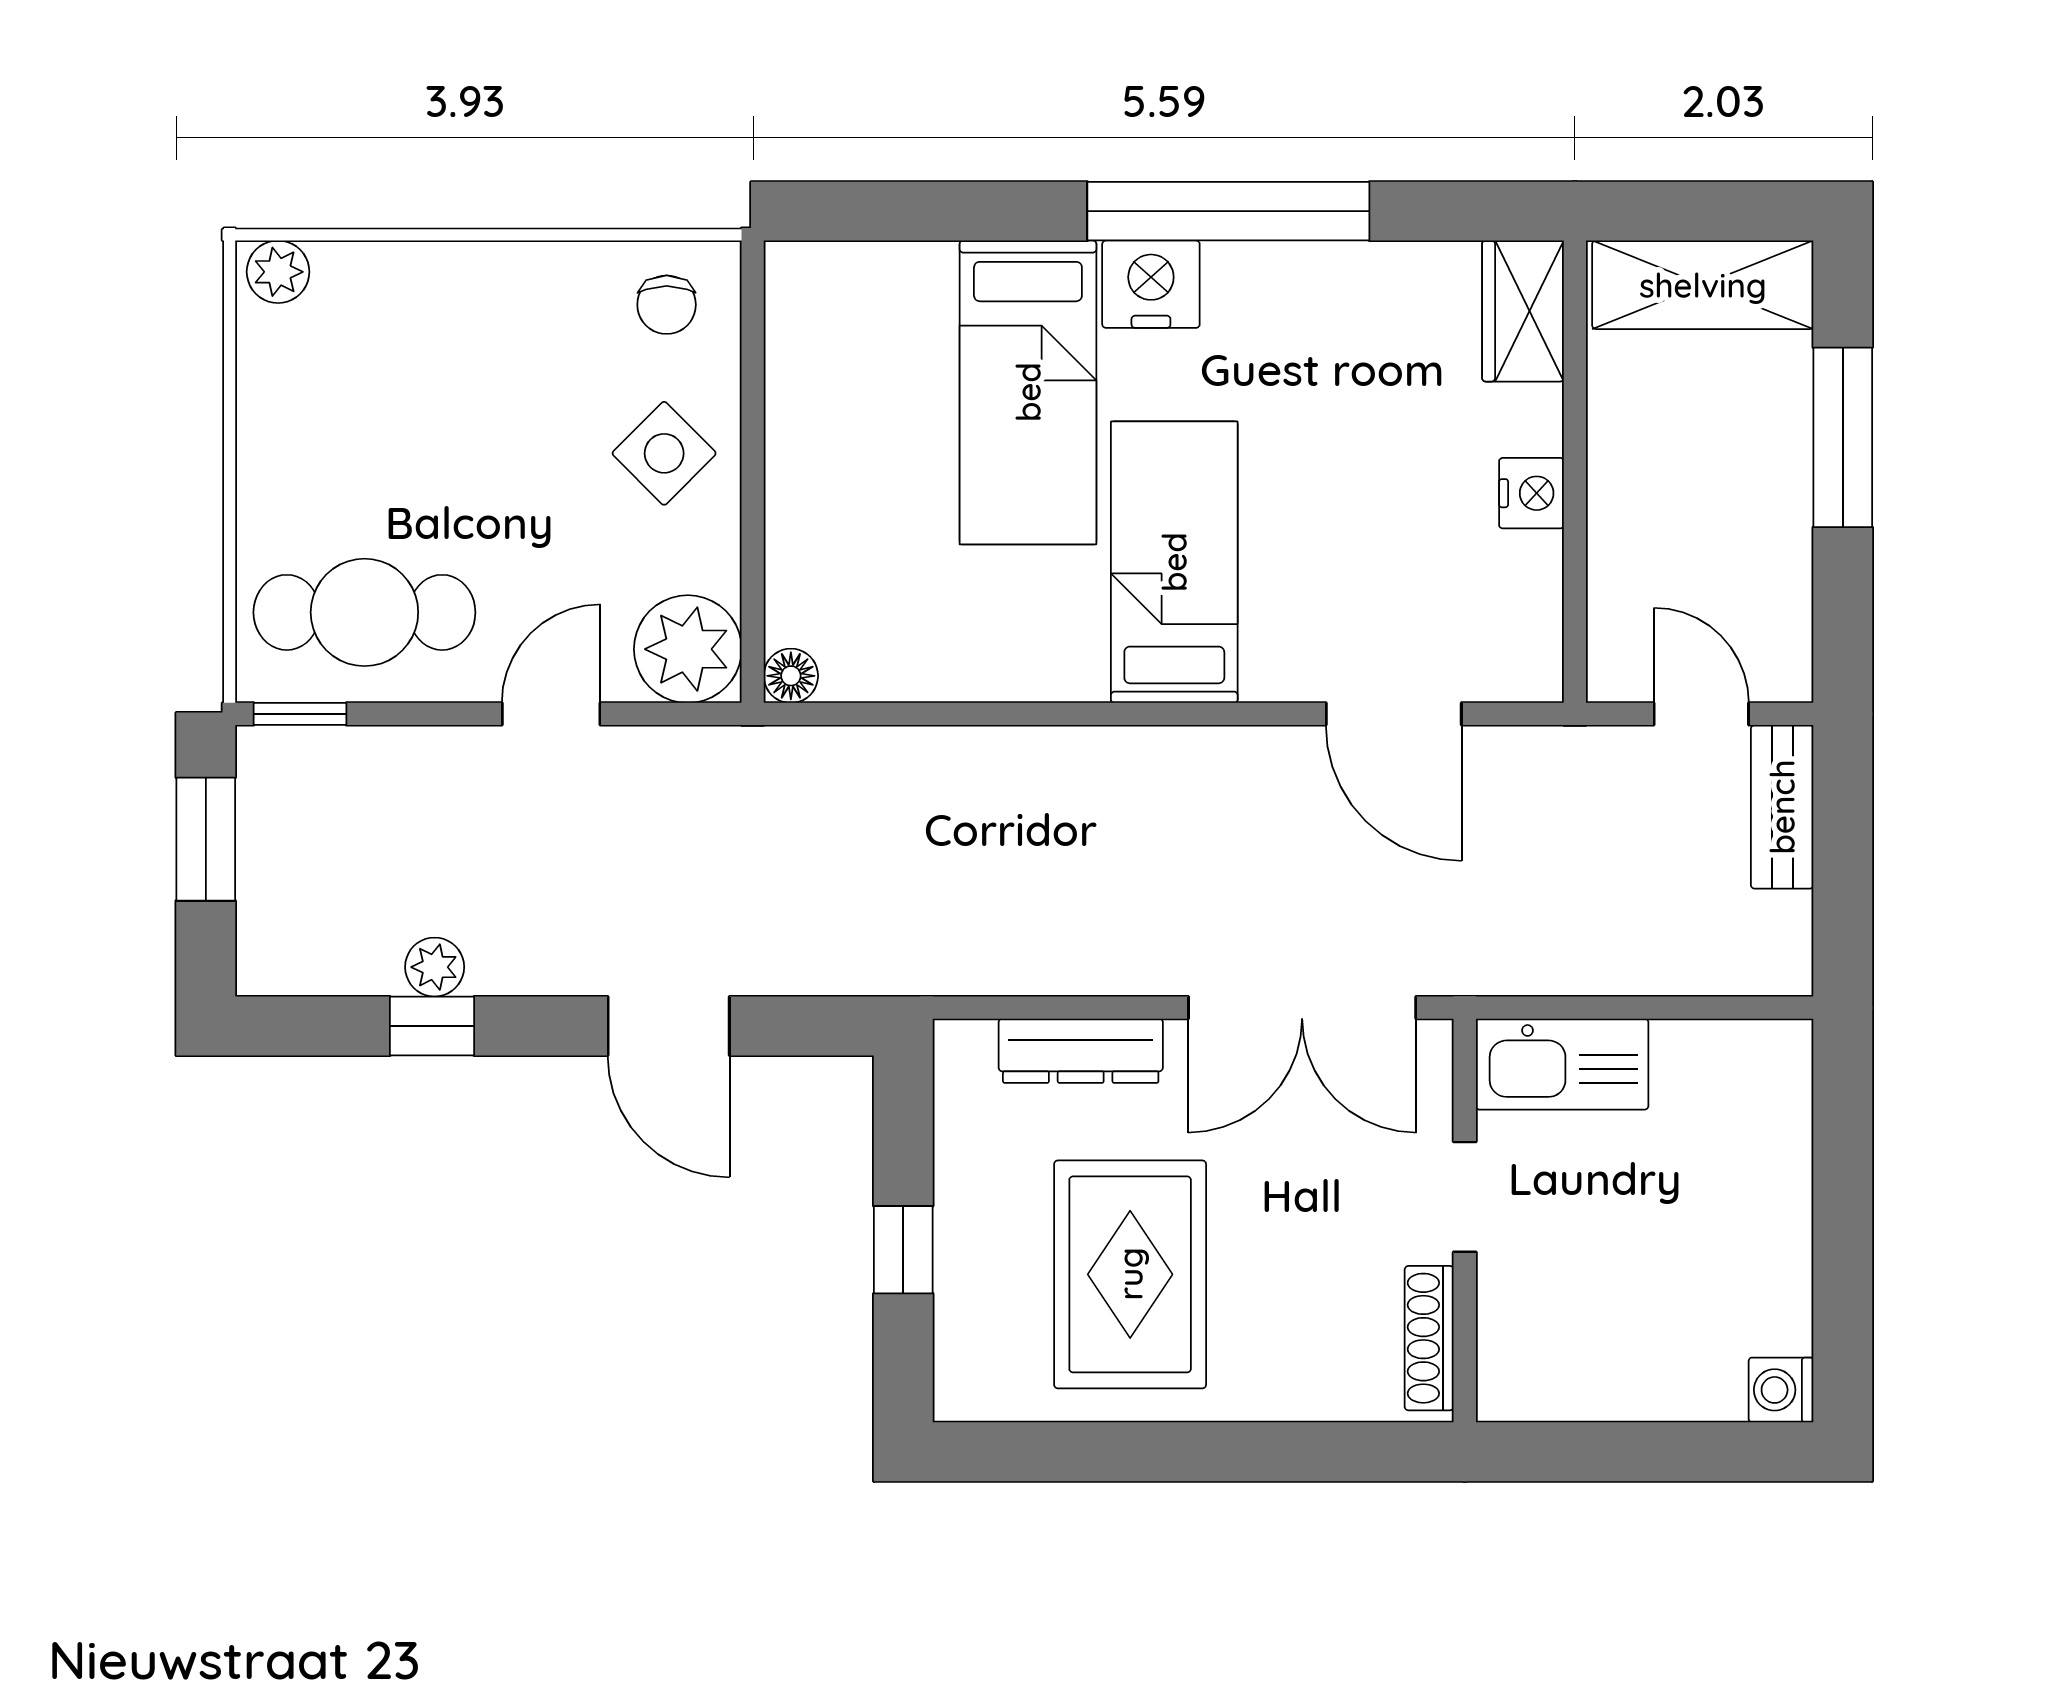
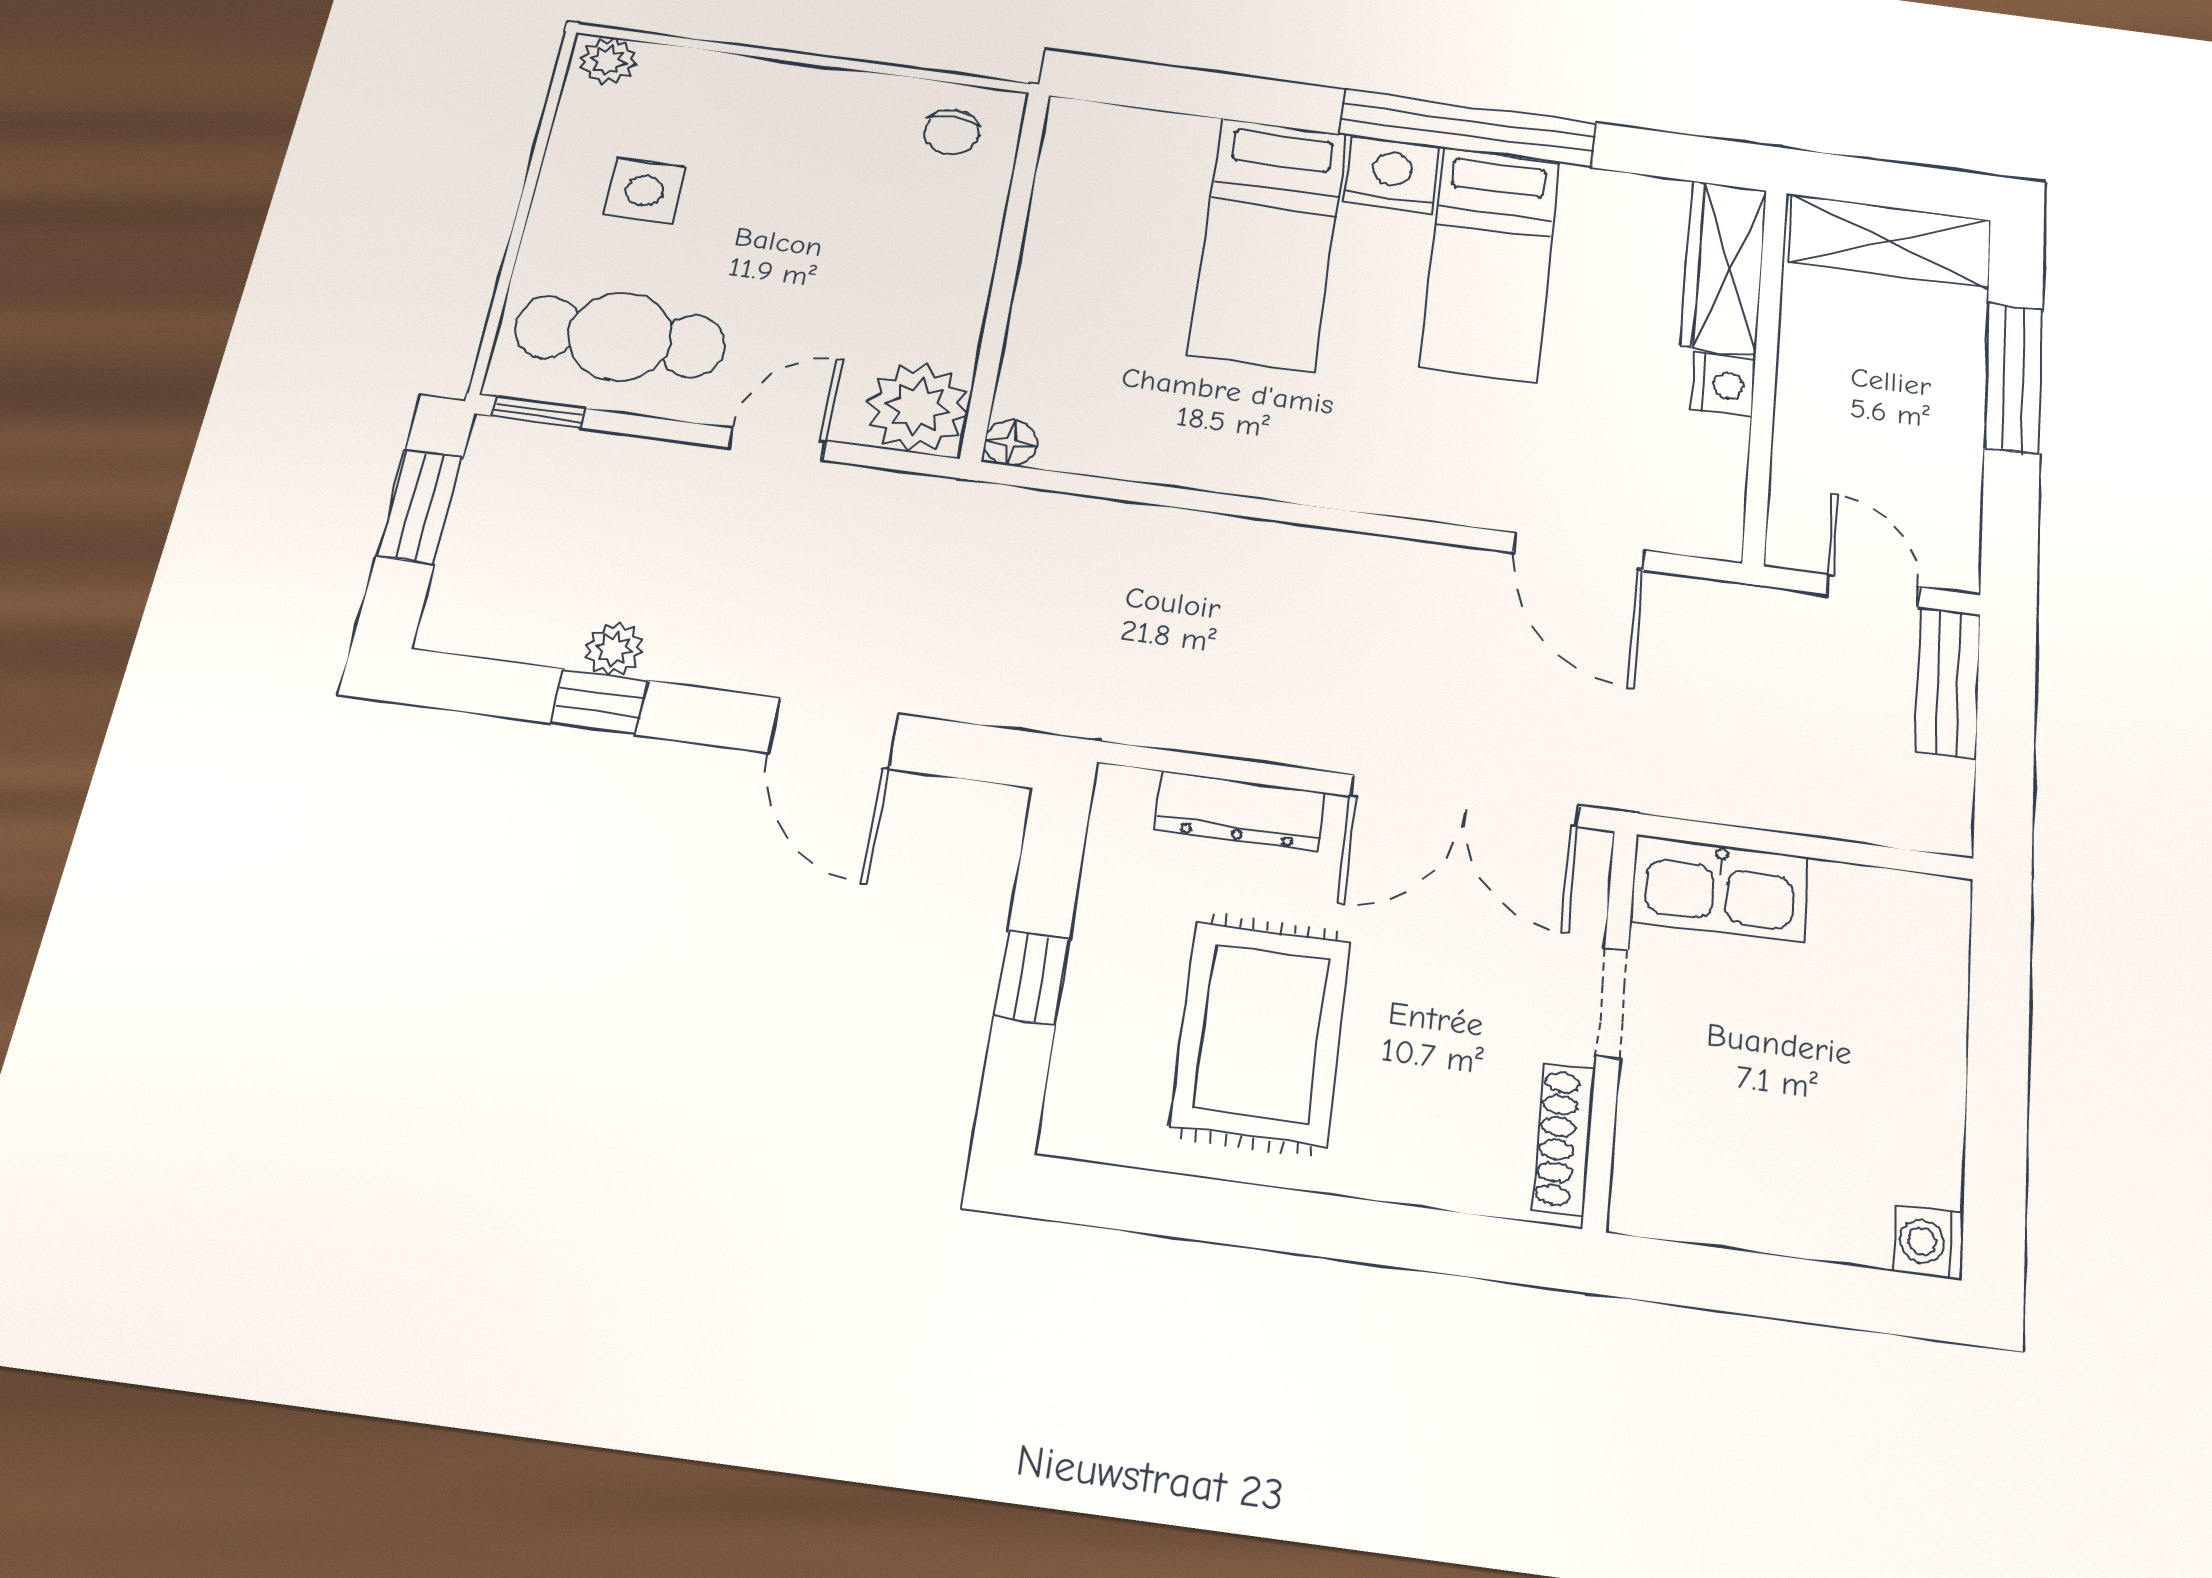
wardrobe: (1523, 311) -> (1724, 267), width x1.50
side table: (664, 453) -> (644, 191), moved, turned 45
bed: (1174, 562) -> (1490, 264), moved, turned 180

